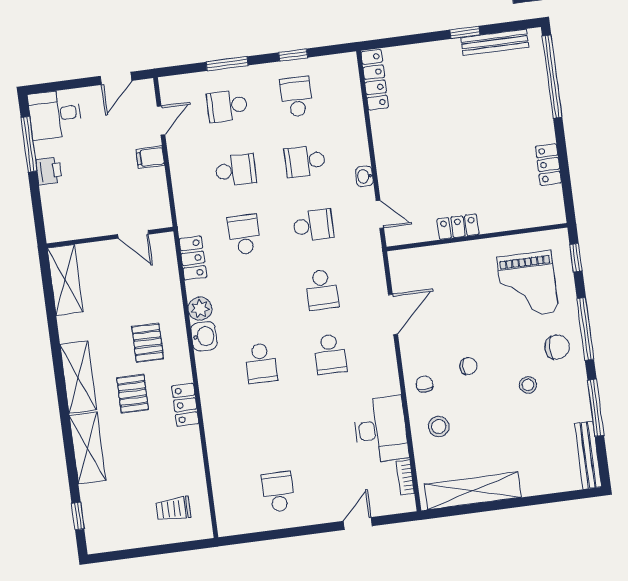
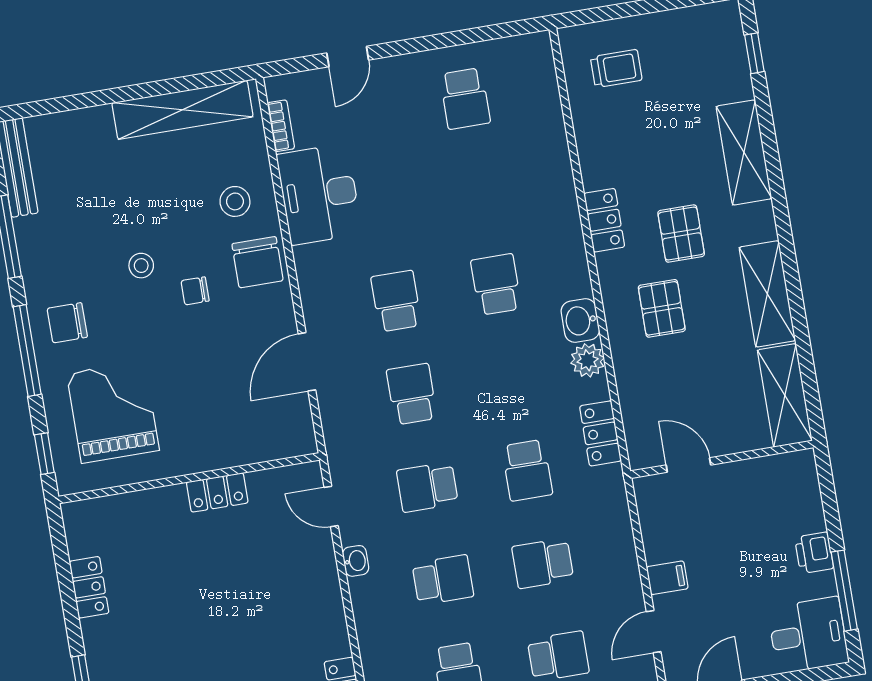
shelving: (78, 377) -> (767, 294), moved
chair: (425, 384) -> (258, 262), width x1.87, depth x1.87
stool: (528, 385) -> (141, 266), moved

